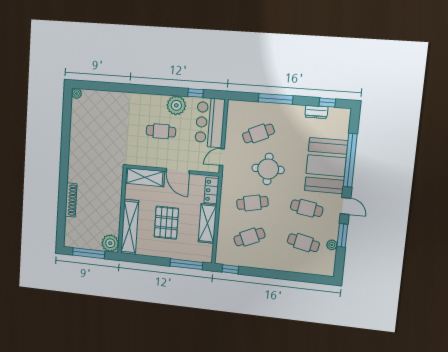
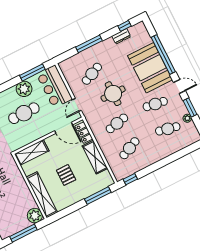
window: (196, 93) -> (32, 72), width x2.17
cafe table: (161, 131) -> (24, 113), width x1.37, depth x1.35
door: (178, 171) -> (64, 128), moved
pallet: (166, 223) -> (66, 175), width x0.67, depth x0.71

